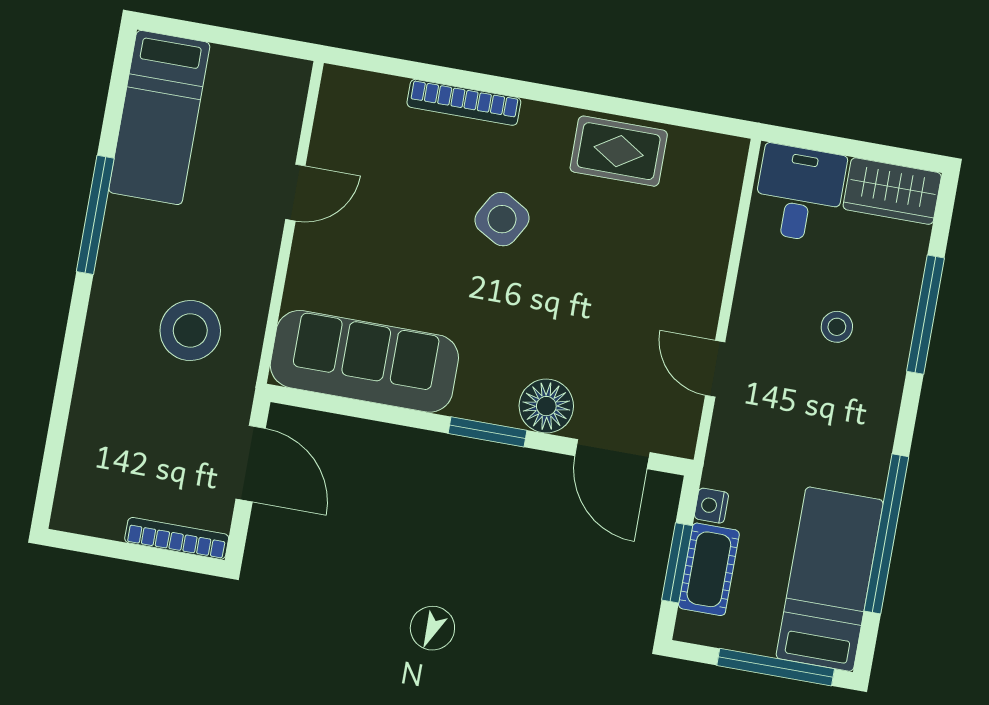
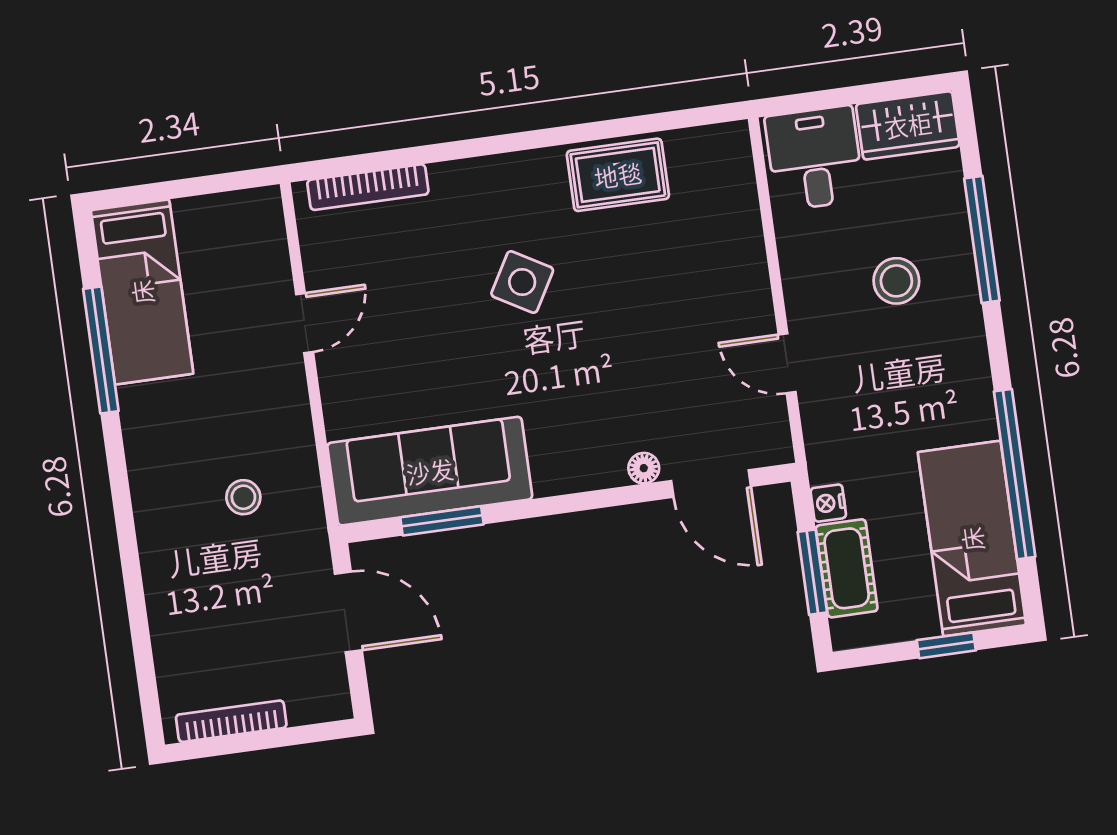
bookcase: (464, 102) -> (368, 187), moved
window: (95, 215) -> (101, 350), moved
stool: (837, 327) -> (896, 281), width x1.37, depth x1.37
stool: (190, 331) -> (243, 497), width x0.53, depth x0.53
floor lamp: (546, 406) -> (644, 468), width x0.53, depth x0.53
window: (488, 432) -> (442, 521), moved
bookcase: (177, 538) -> (231, 721), moved
window: (776, 667) -> (946, 645), width x0.46

